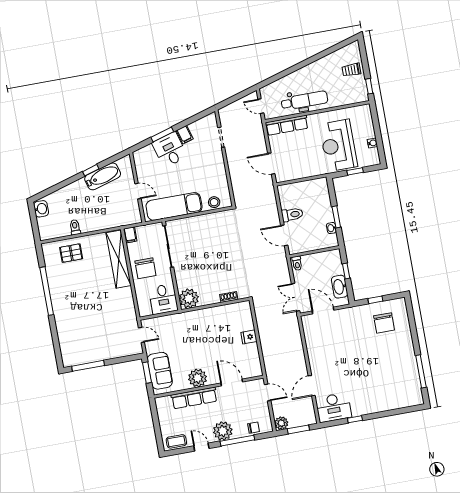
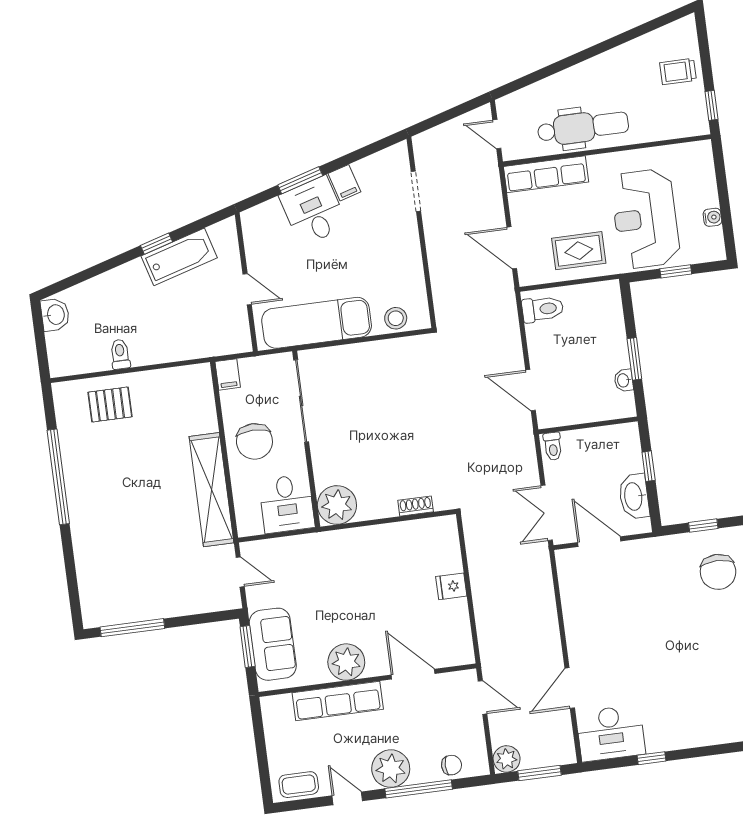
rug: (305, 163) -> (579, 251), added
toilet: (292, 215) -> (543, 309), moved
shelving: (119, 259) -> (212, 490), moved

